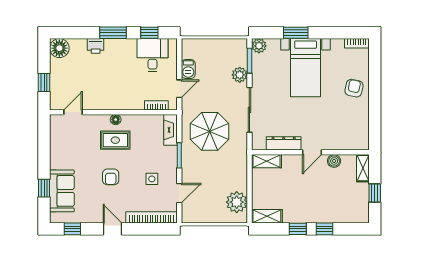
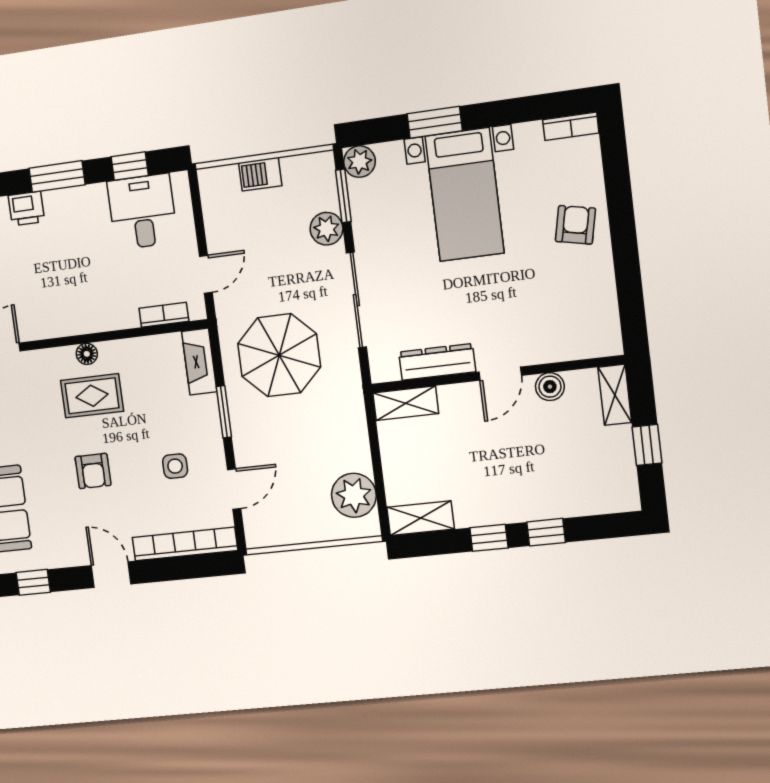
barbecue: (188, 69) -> (260, 174), moved, turned 90

